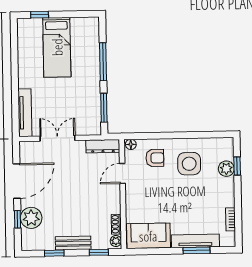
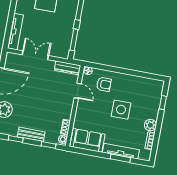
side table: (189, 164) -> (121, 110), moved
plant: (226, 169) -> (150, 125), moved
door: (122, 173) -> (78, 91), swing flipped

